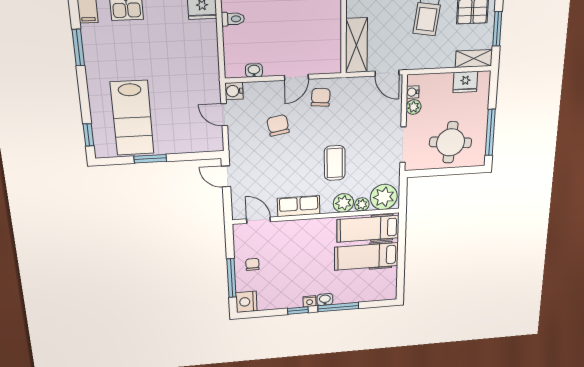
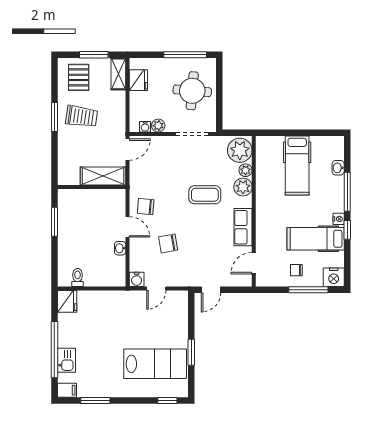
washbasin: (254, 70) -> (120, 248), moved
hospital bed: (368, 229) -> (316, 239), moved, turned 90
washbasin: (325, 300) -> (338, 168), moved

